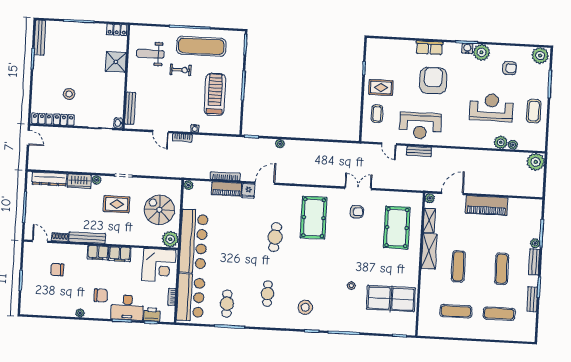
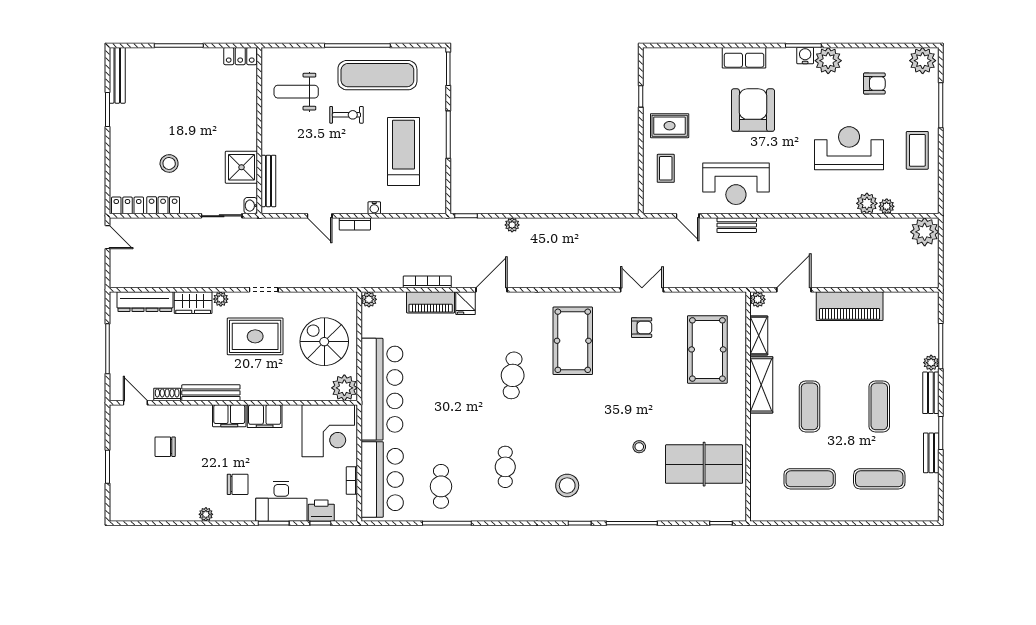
shower: (116, 62) -> (241, 167), moved
rug: (117, 204) -> (255, 336), width x1.36, depth x1.43

